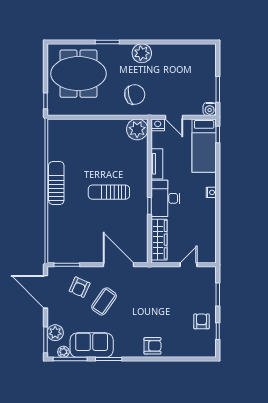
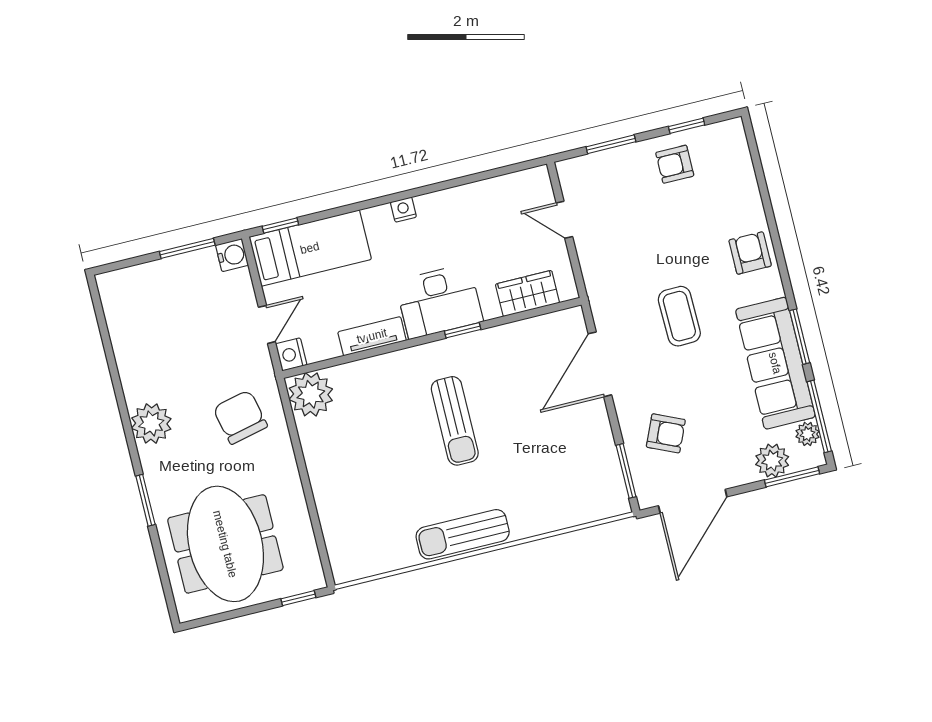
wardrobe: (159, 240) -> (527, 293), width x0.67
coffee table: (104, 301) -> (679, 316), moved, turned 54
sofa: (92, 345) -> (775, 363), width x1.36

